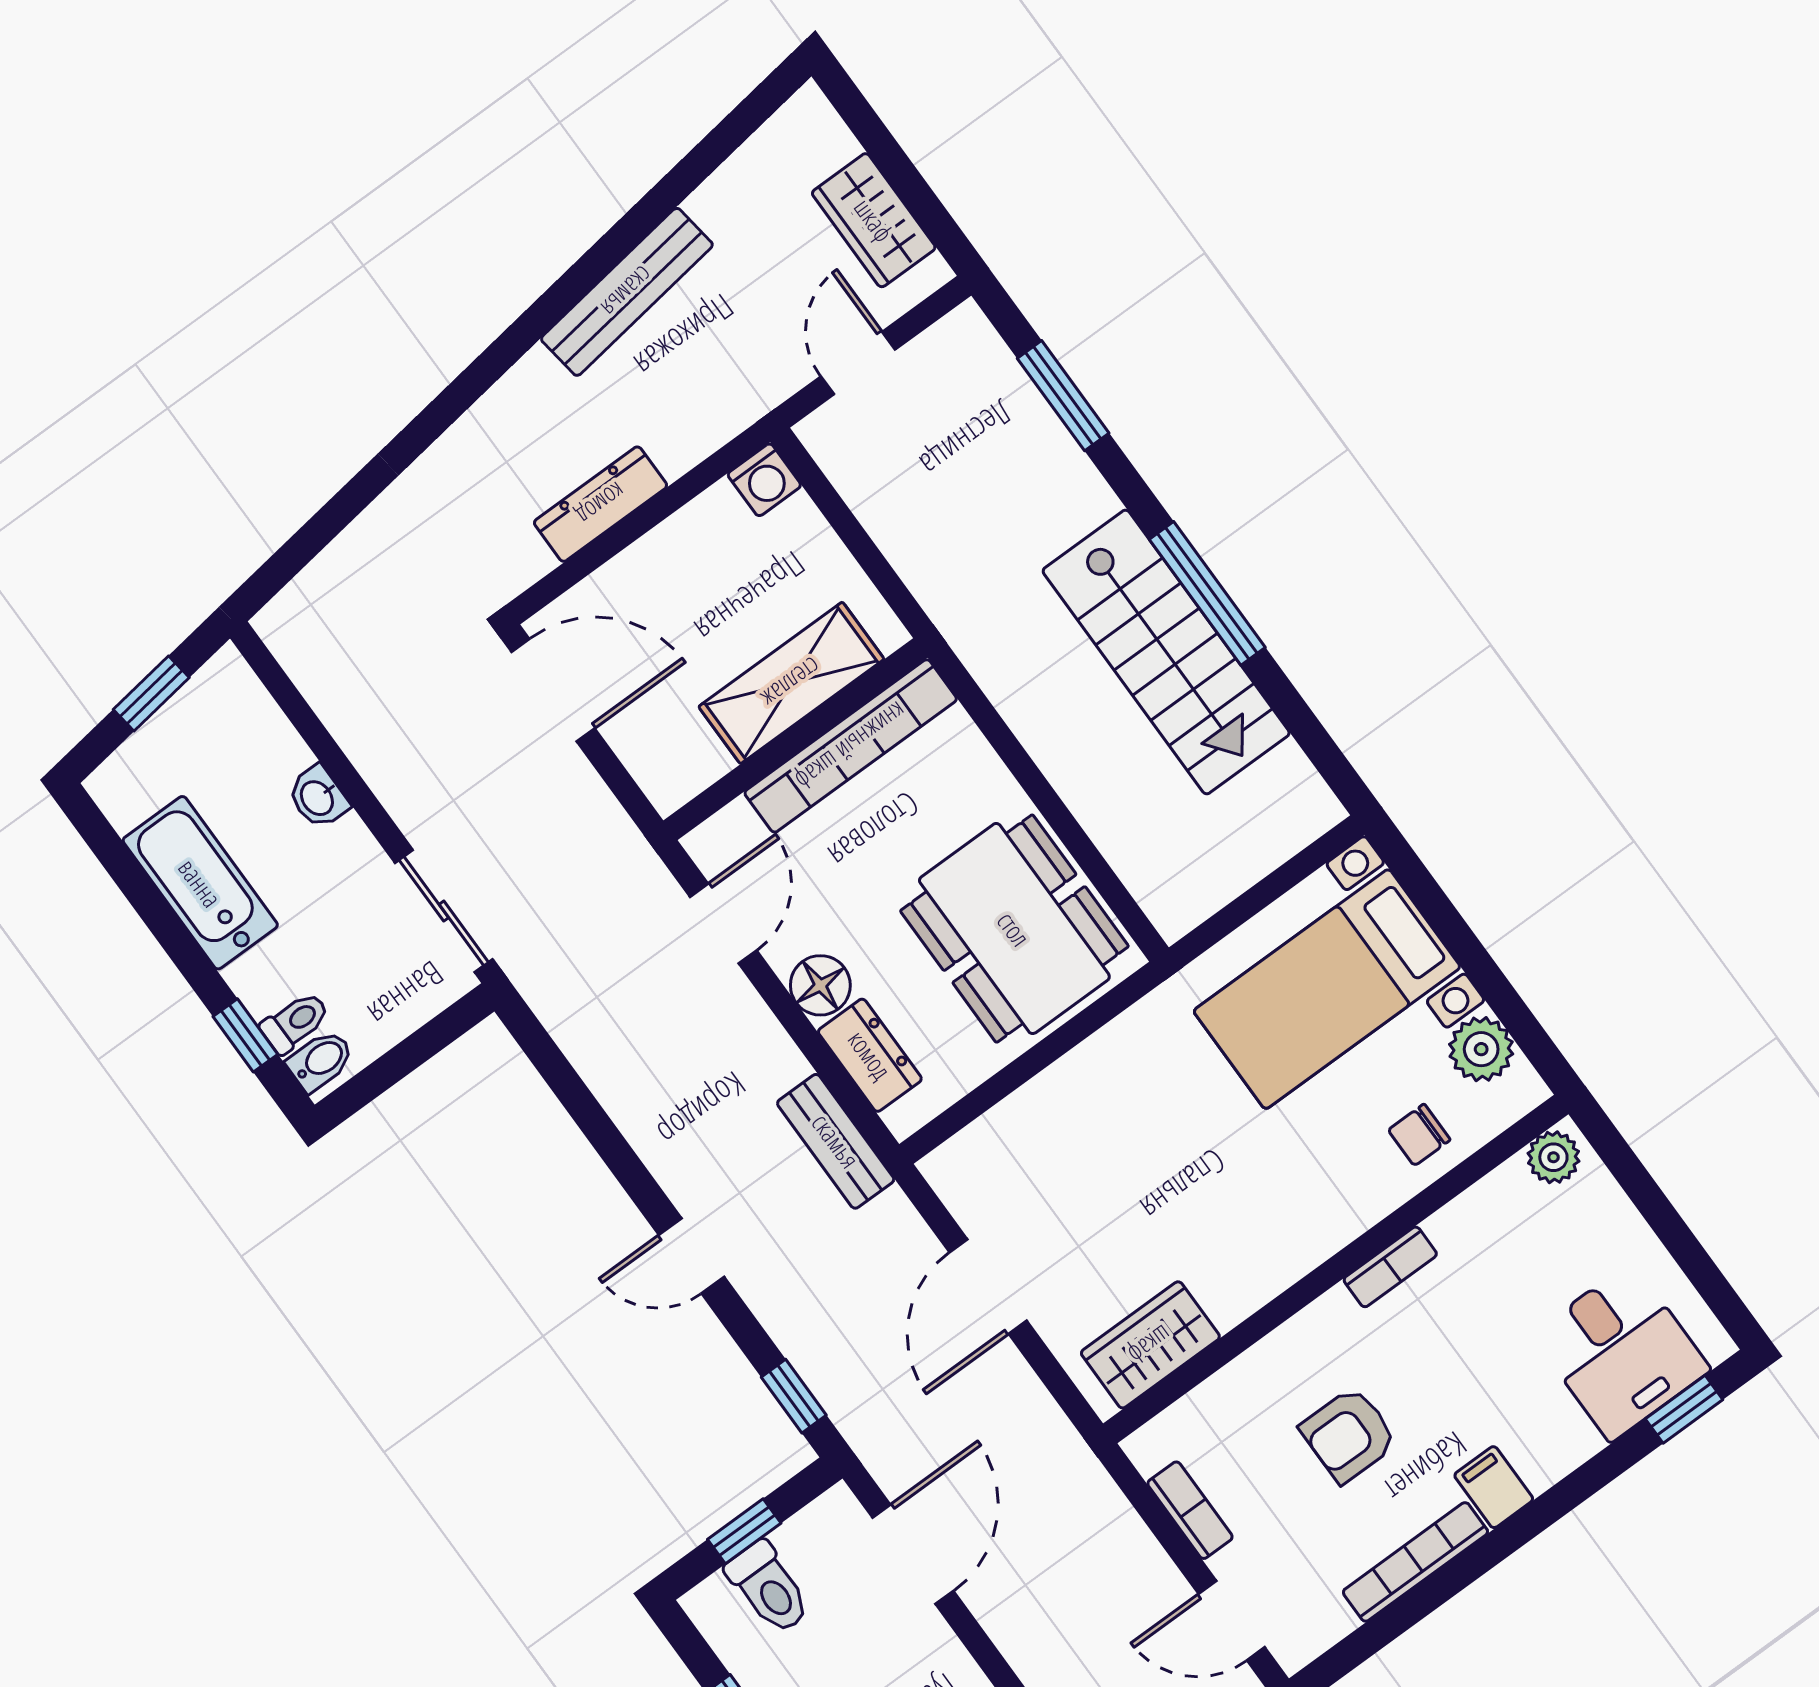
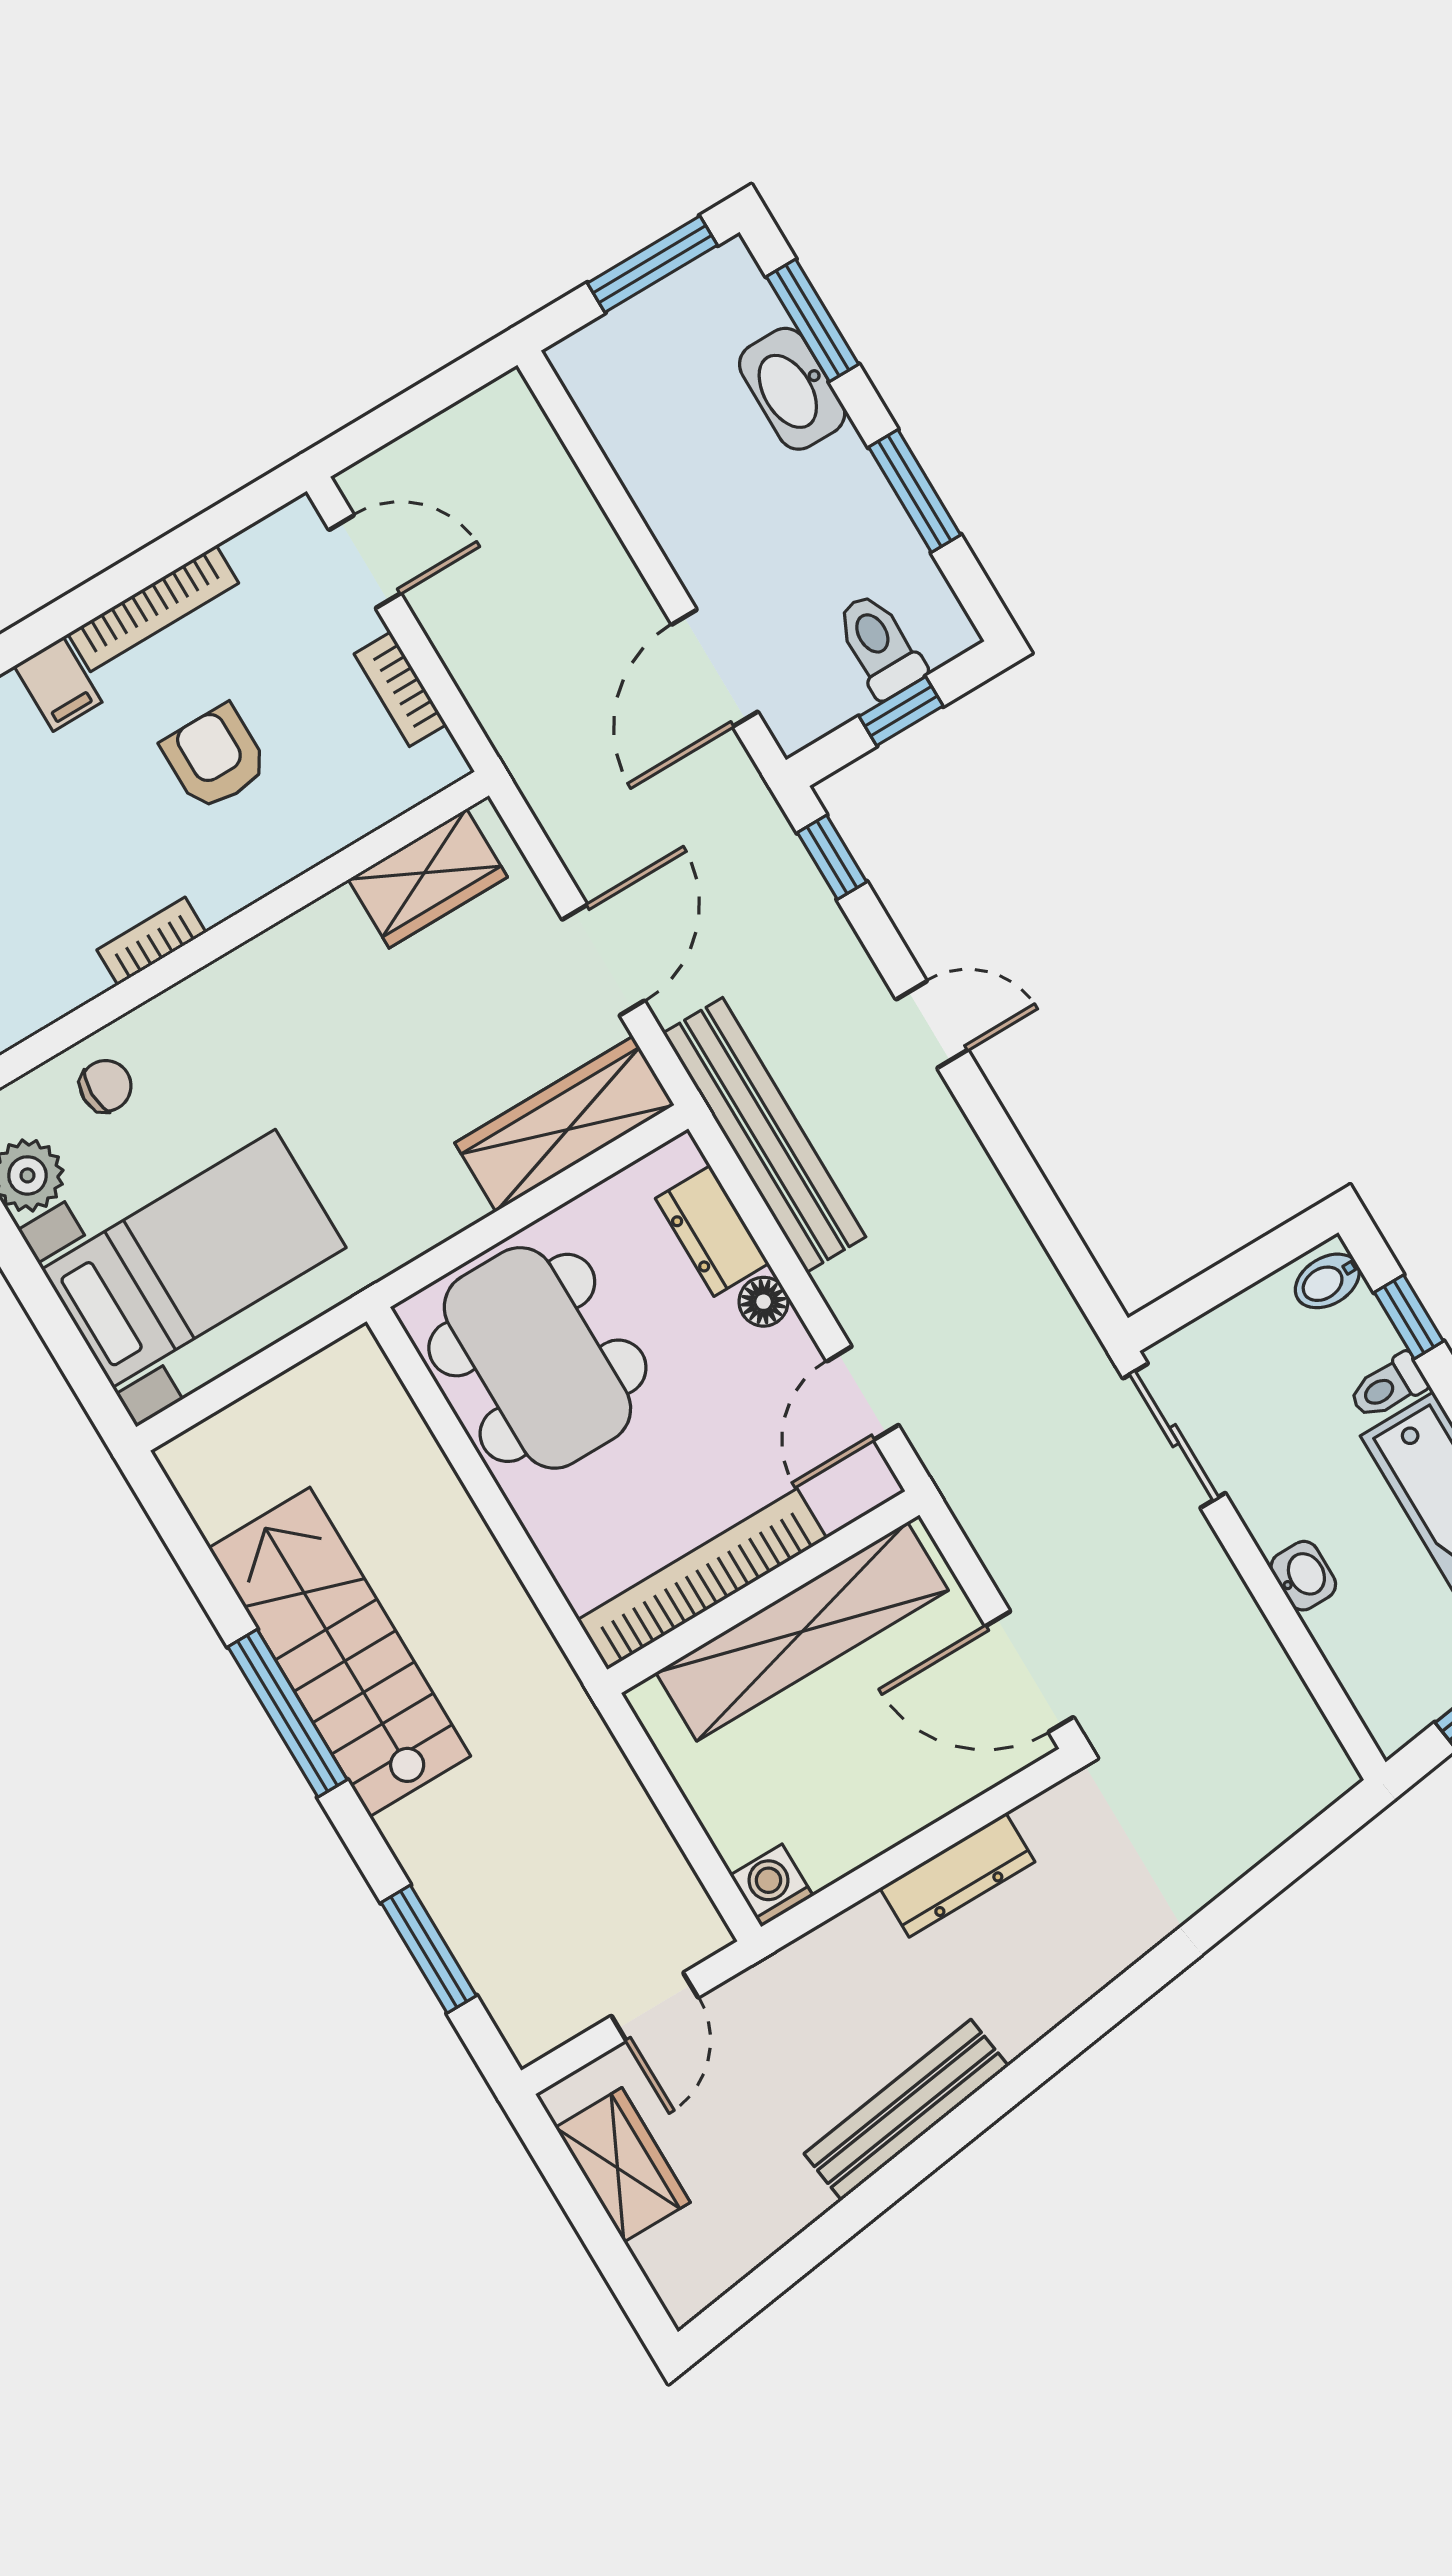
shelving: (791, 683) -> (802, 1632), width x1.47
floor lamp: (820, 985) -> (764, 1302), width x0.73, depth x0.73
toilet: (295, 1022) -> (1388, 1387), moved
wardrobe: (1009, 1138) -> (564, 1124), added
bench: (836, 1141) -> (764, 1135), width x1.86, depth x1.21
armchair: (1349, 1435) -> (215, 758), turned -90

